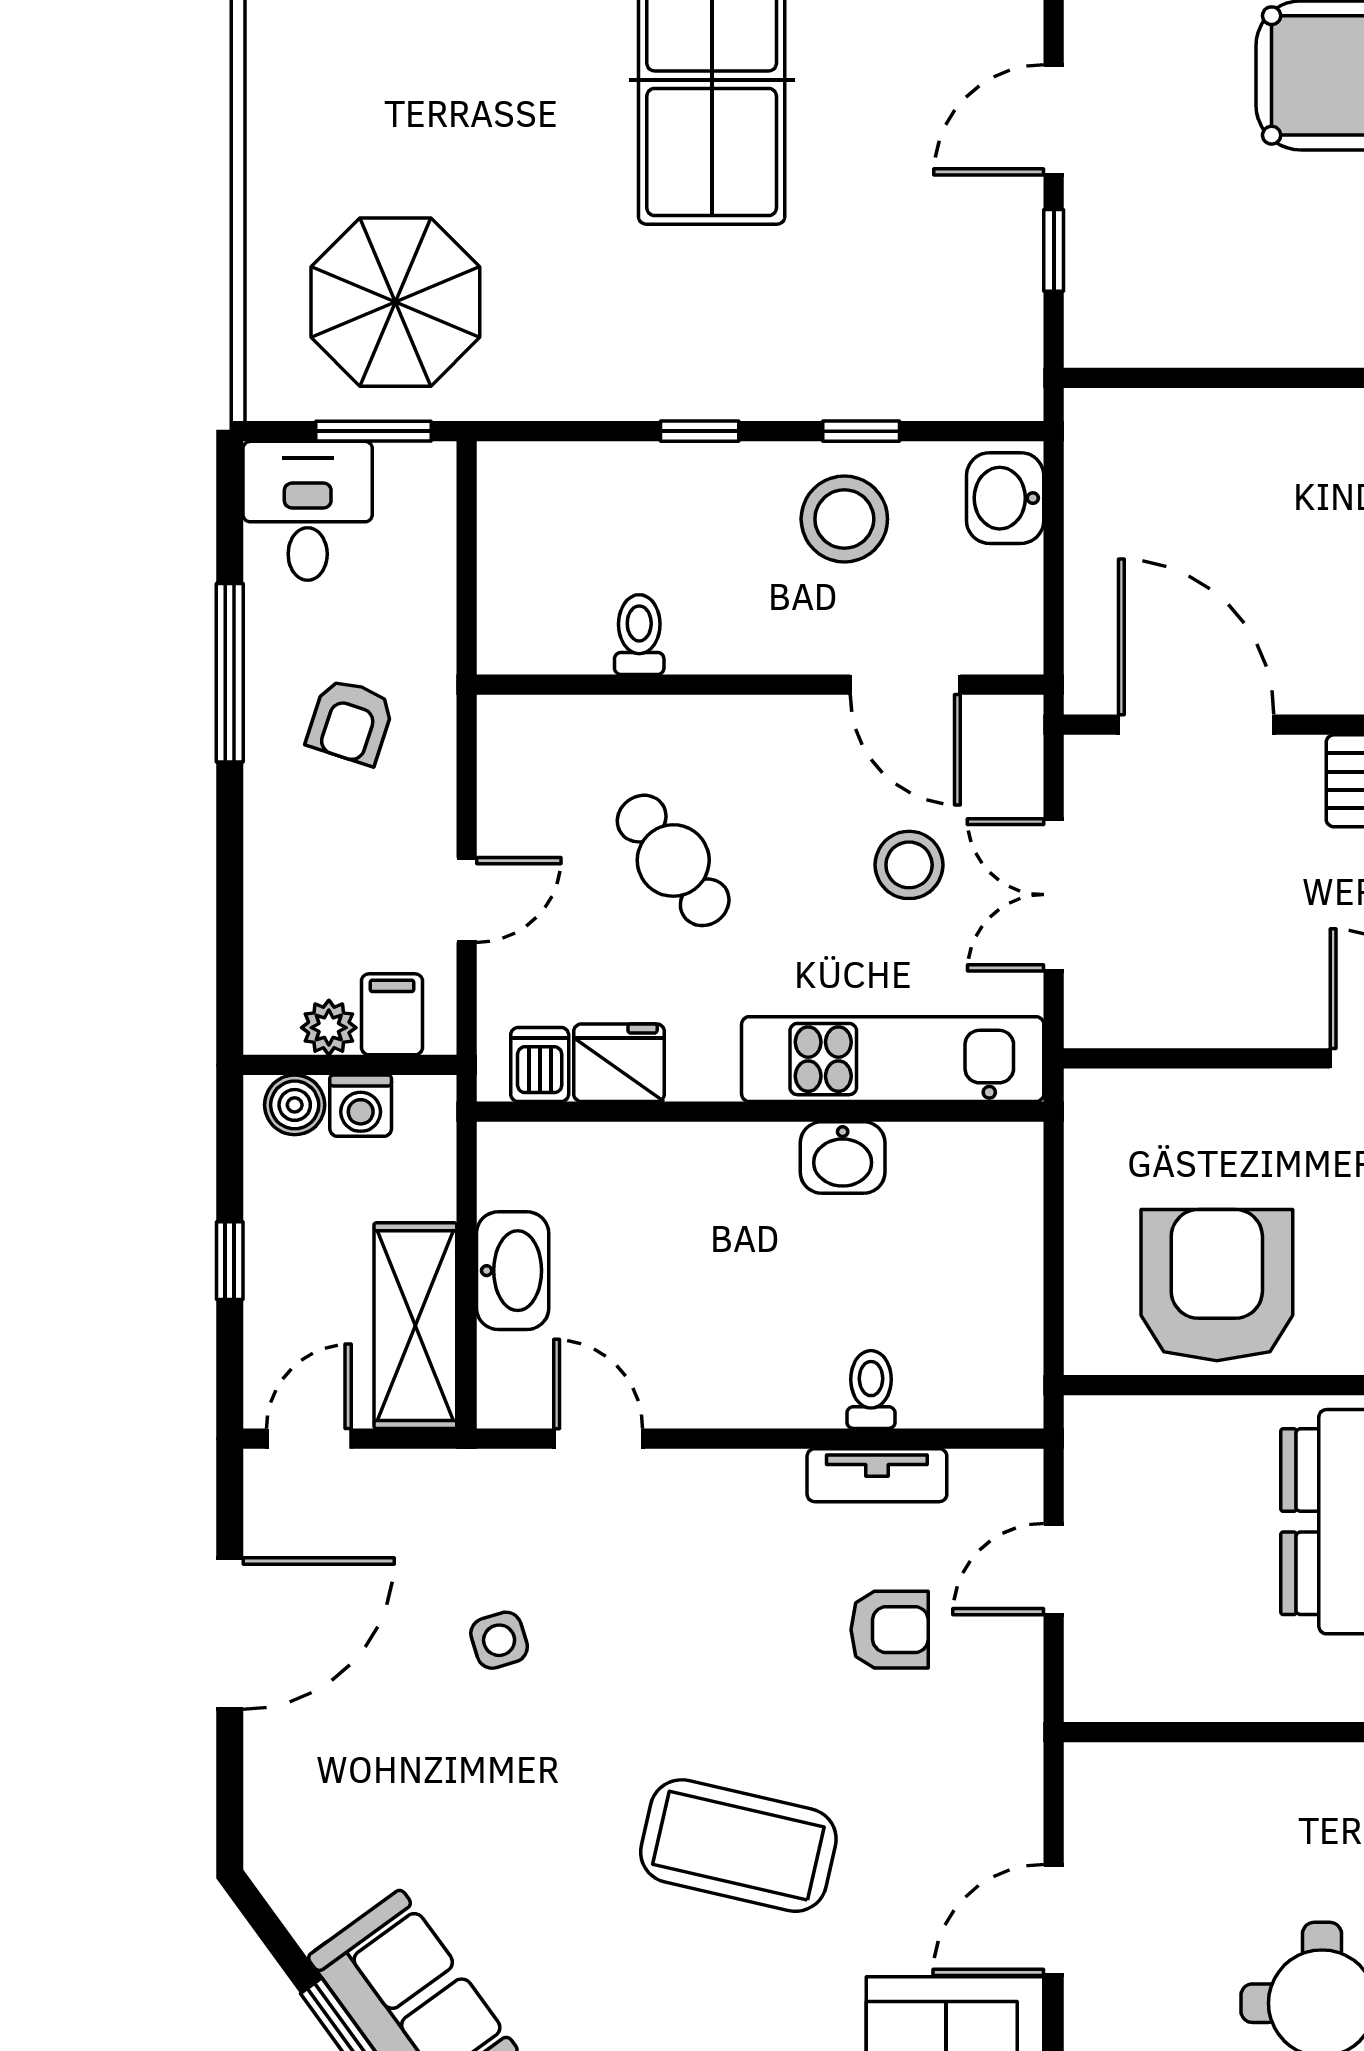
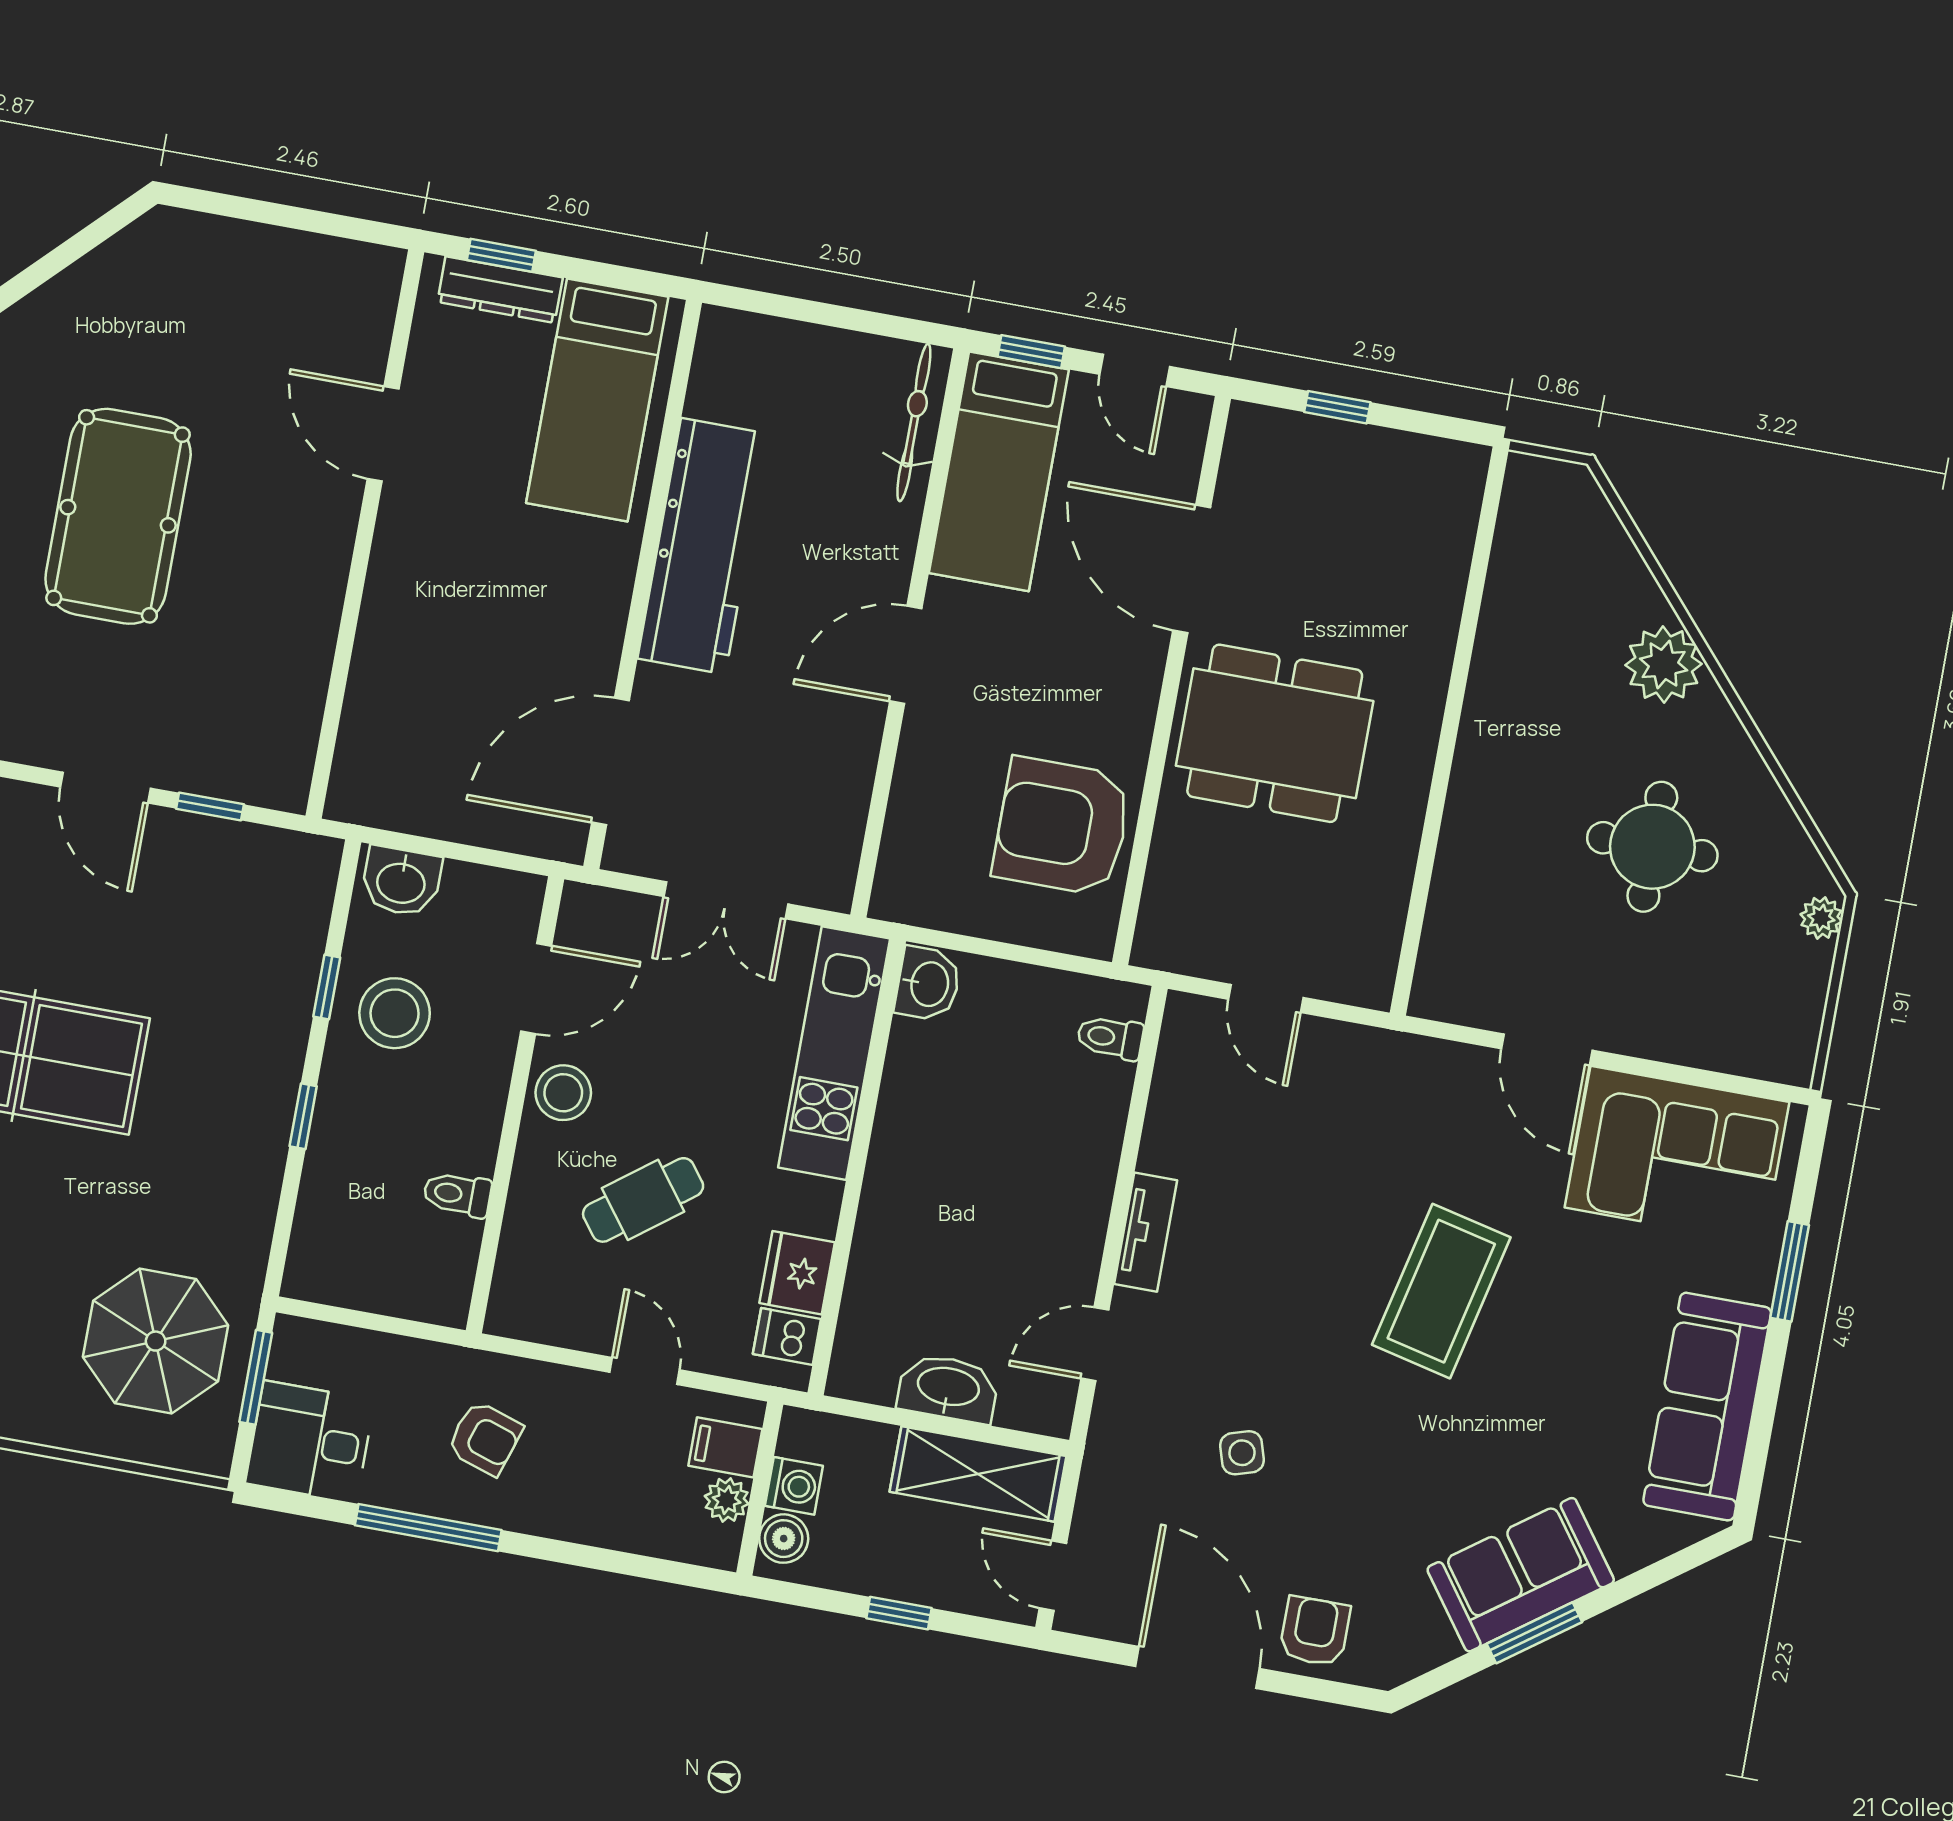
stool: (909, 865) -> (563, 1093), moved
washbasin: (843, 1158) -> (928, 984), moved
toilet: (871, 1389) -> (1110, 1037), moved
tv unit: (877, 1475) -> (1146, 1232), moved
armchair: (890, 1630) -> (1315, 1631), moved

